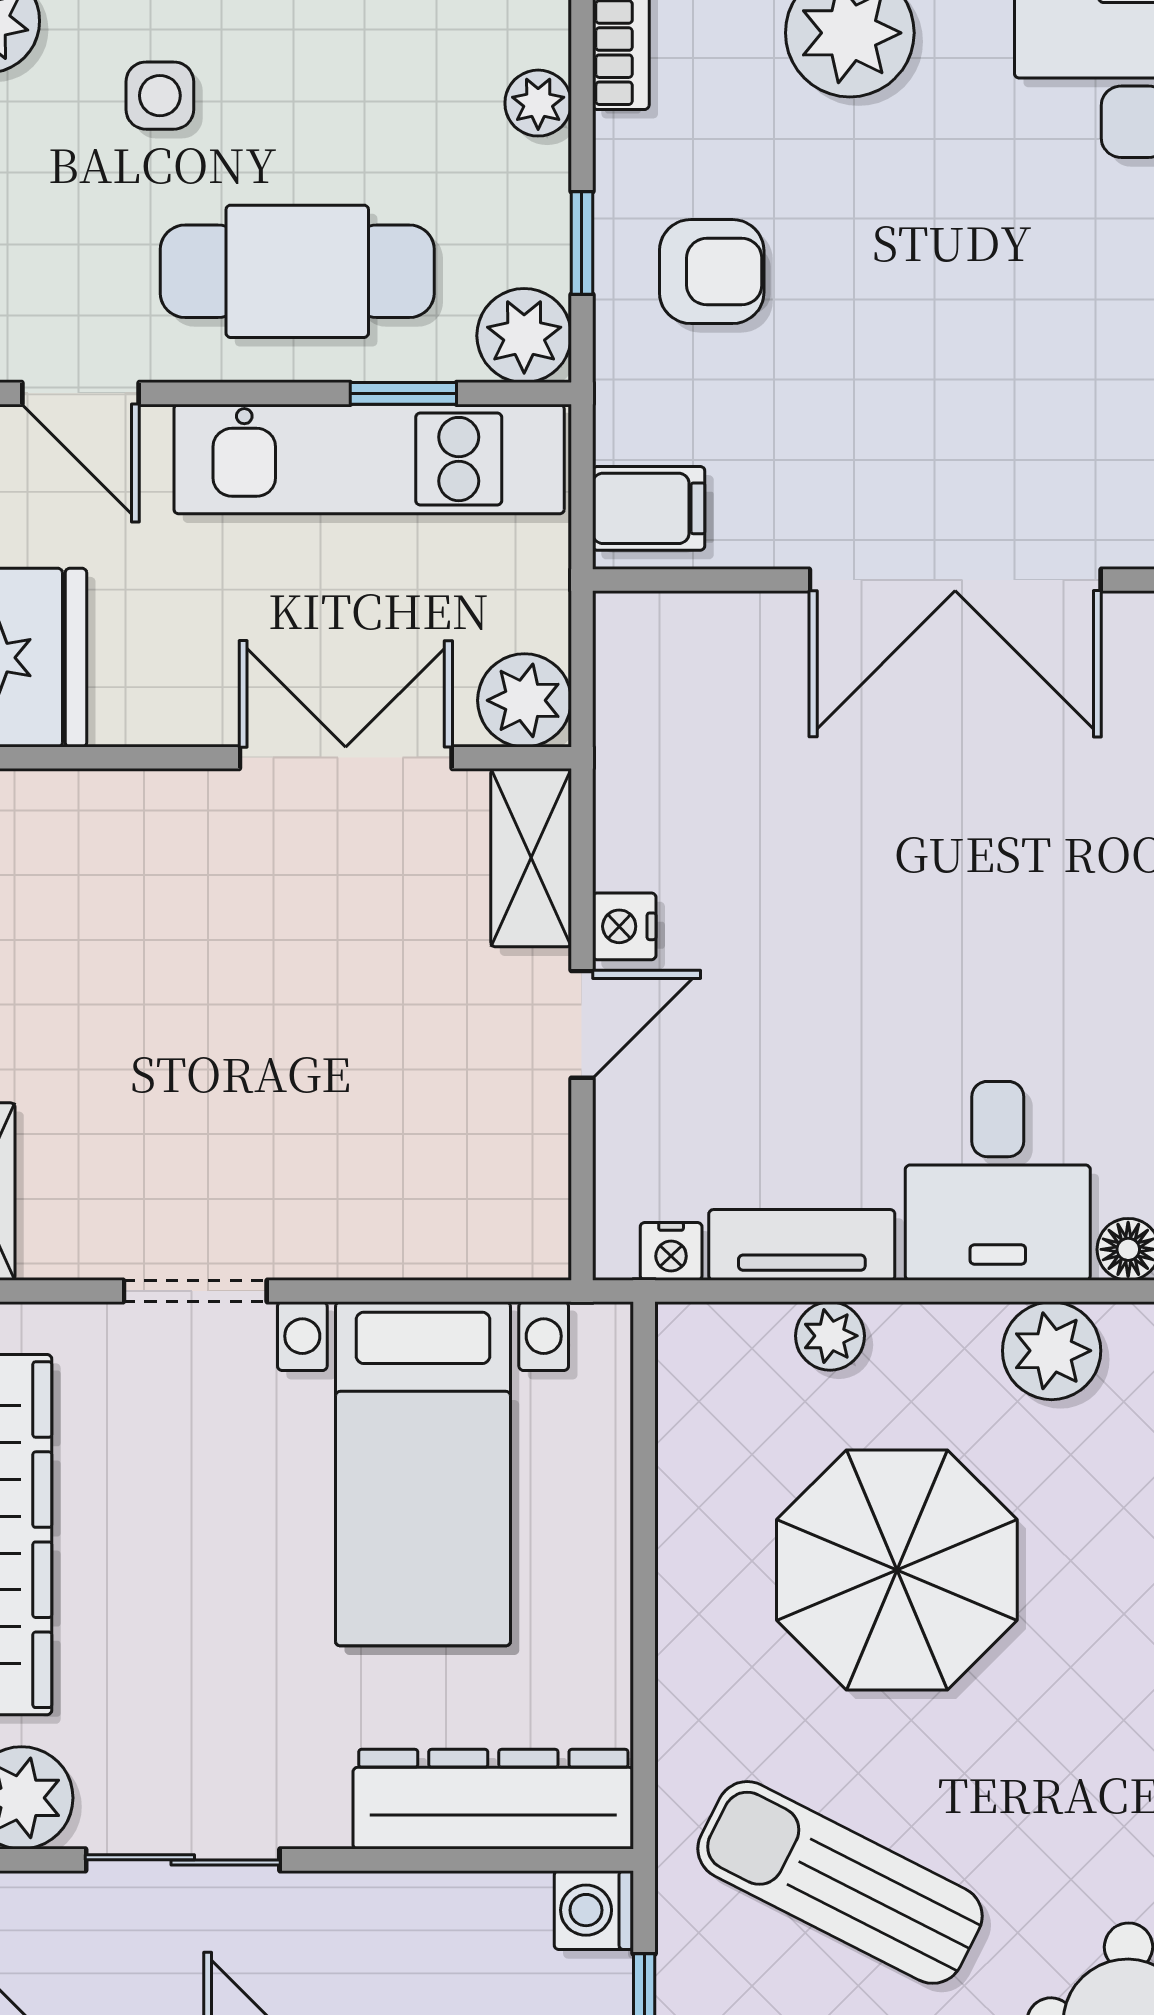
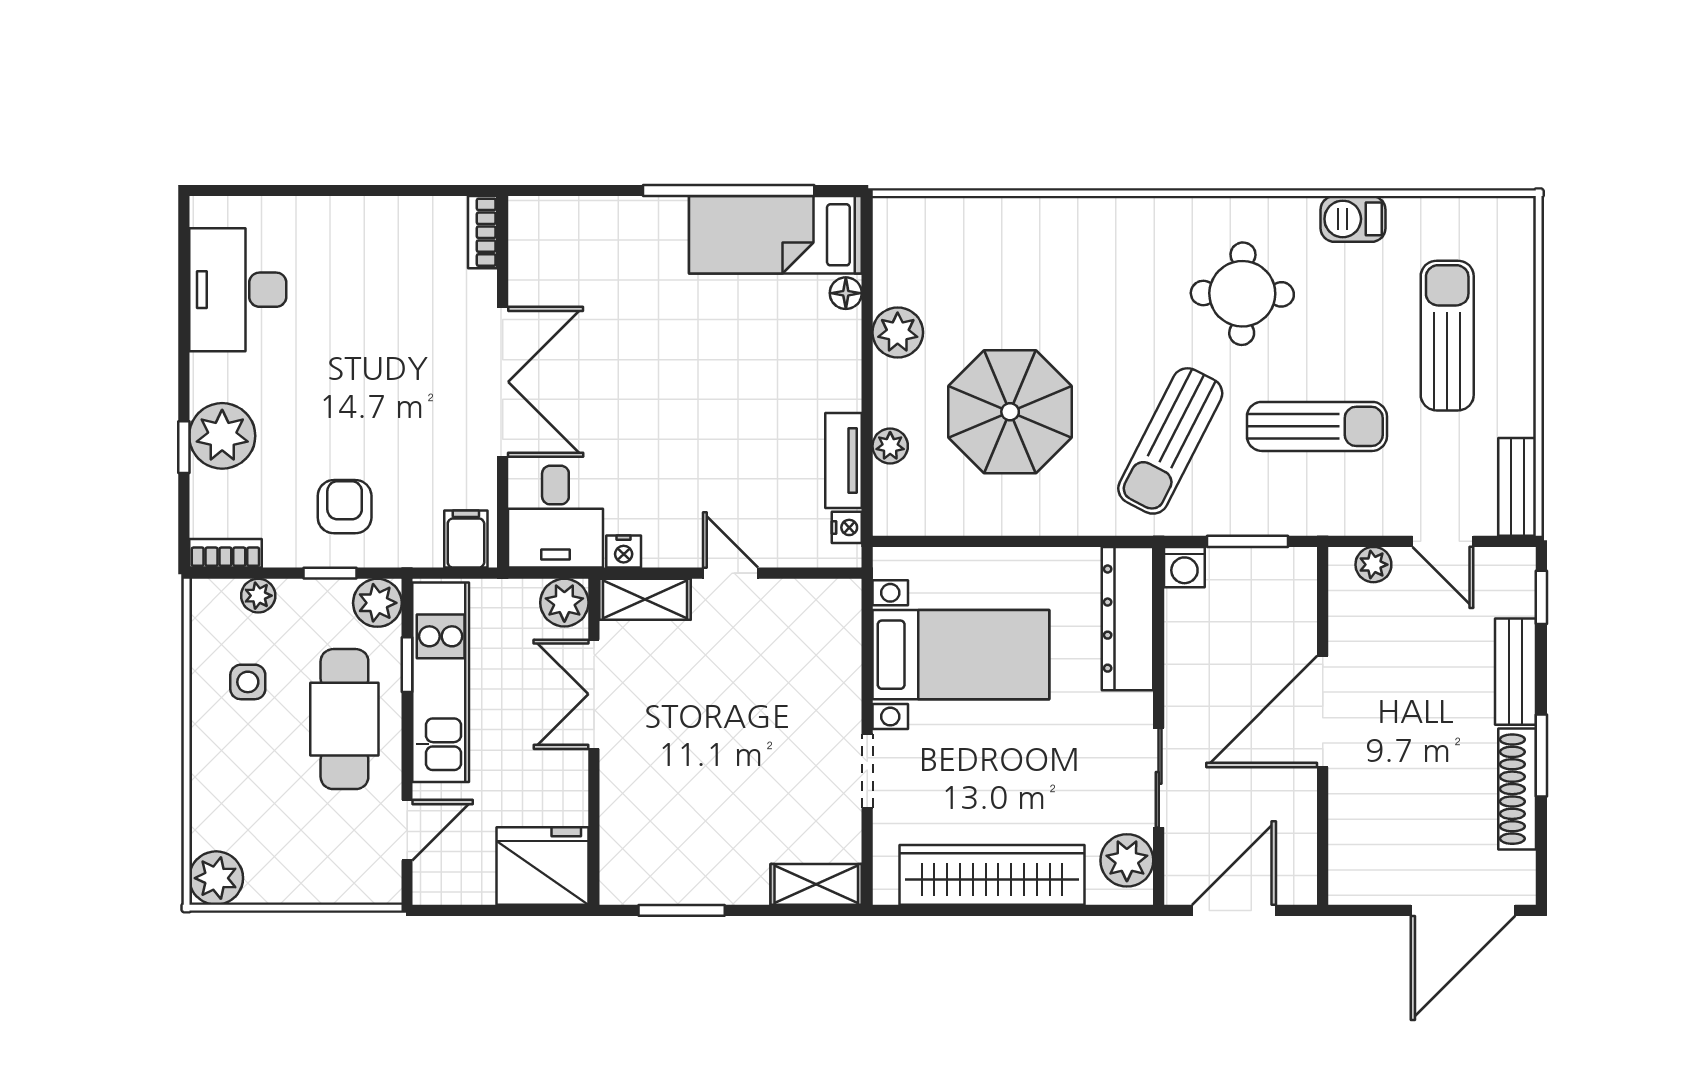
side table: (160, 96) -> (248, 682), moved
nightstand: (624, 926) -> (624, 551), moved
desk: (998, 1181) -> (555, 517), moved, turned 90

